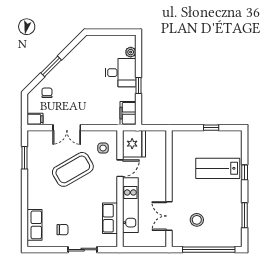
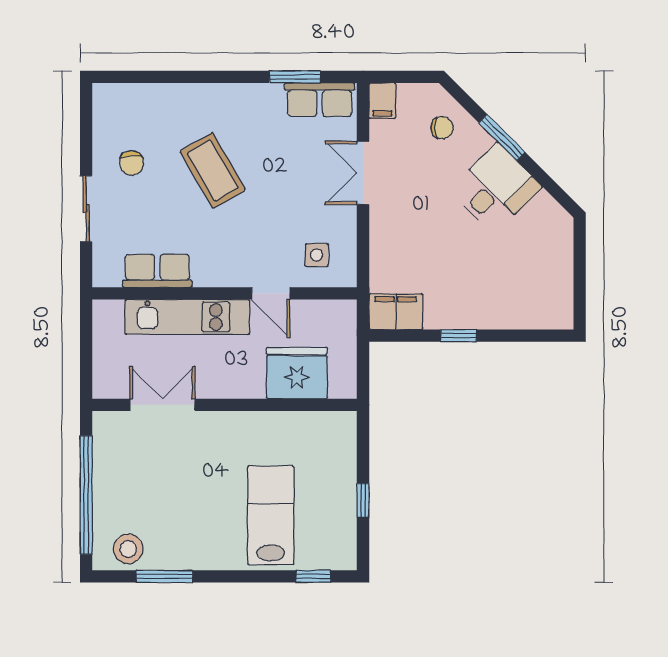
plant: (131, 52) -> (534, 318), removed
desk: (121, 73) -> (495, 188), moved, turned -135
fridge: (134, 144) -> (297, 373), moved, turned 180
coffee table: (73, 169) -> (213, 171), moved, width x0.73, depth x0.76
window: (245, 172) -> (313, 576), moved
stool: (197, 220) -> (128, 549), moved
row of seats: (34, 225) -> (319, 100), moved

